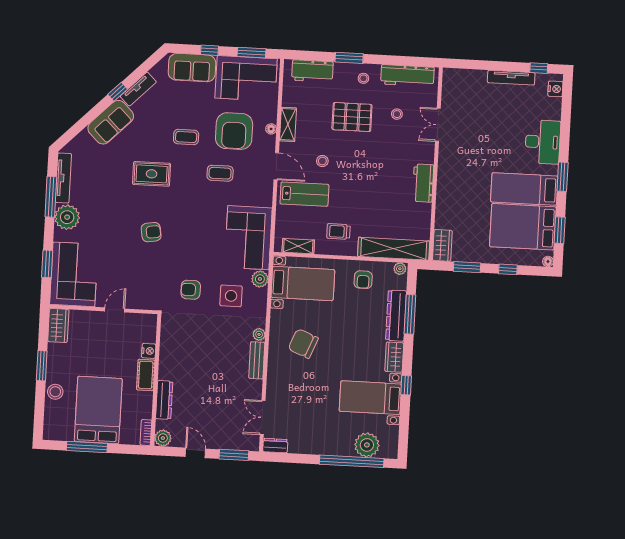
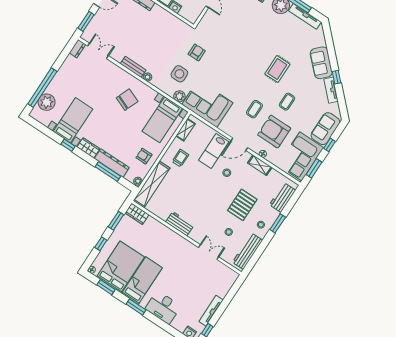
armchair: (151, 232) -> (244, 49), removed

